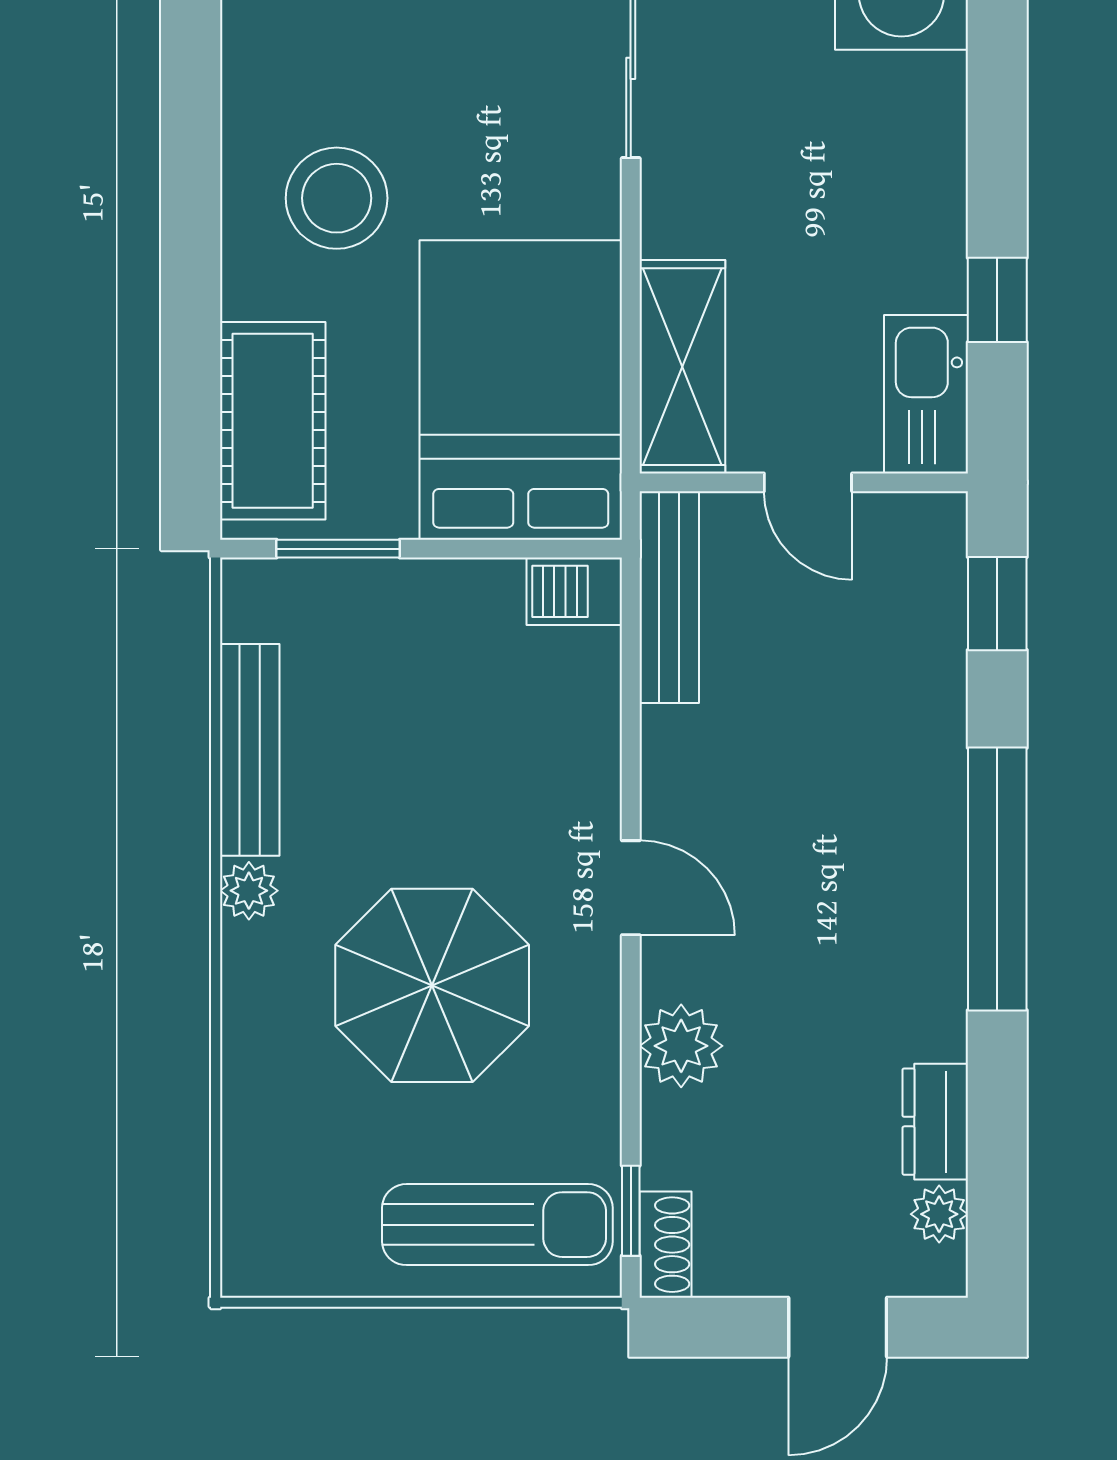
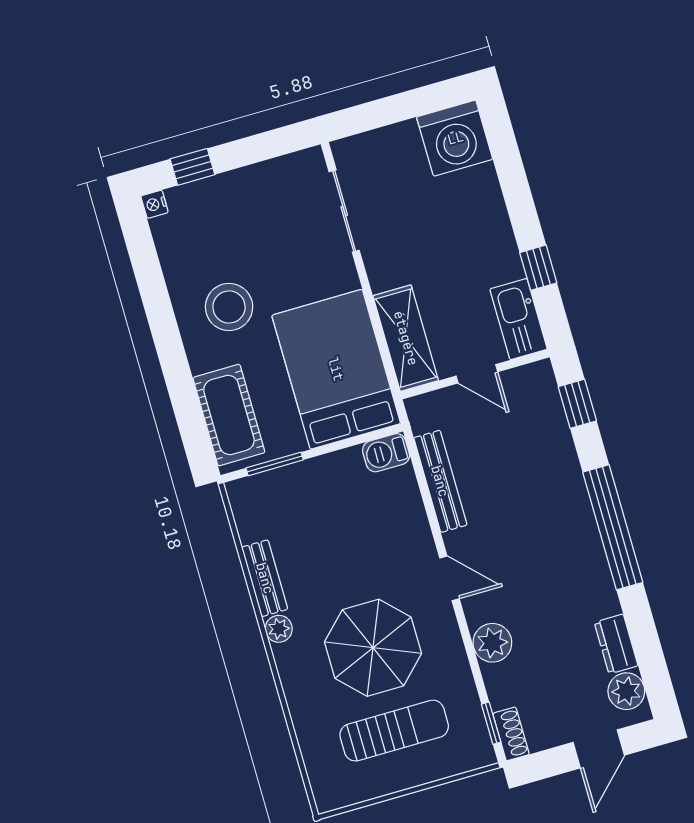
bench: (669, 597) -> (440, 481), moved
bench: (250, 750) -> (265, 578), width x0.73
plant: (939, 1214) -> (626, 691), width x1.38, depth x1.38
sun lounger: (497, 1225) -> (394, 731), moved

